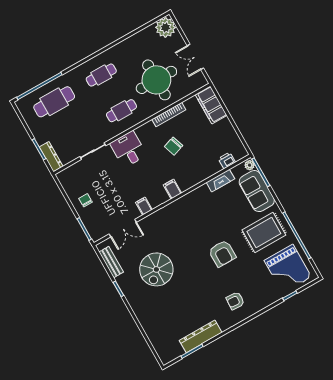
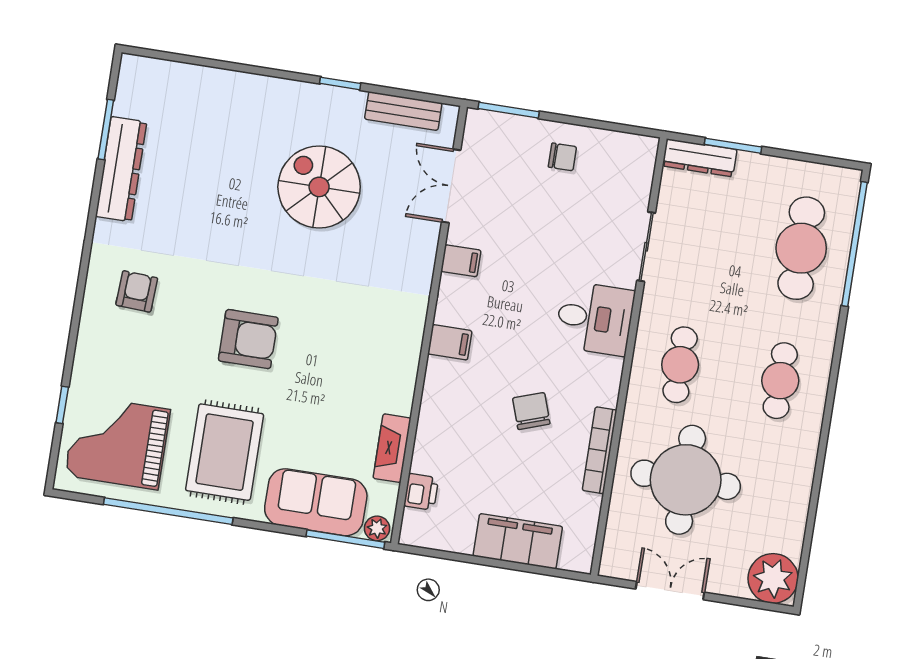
filing cabinet: (211, 105) -> (518, 541), moved
armchair: (222, 253) -> (248, 339), turned 180

